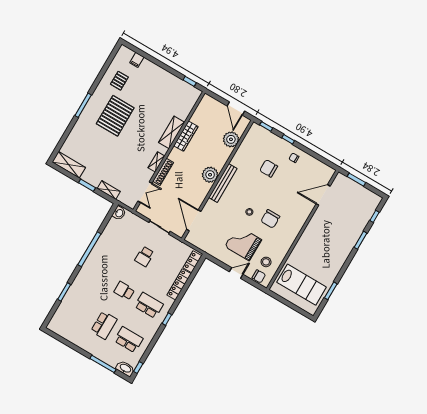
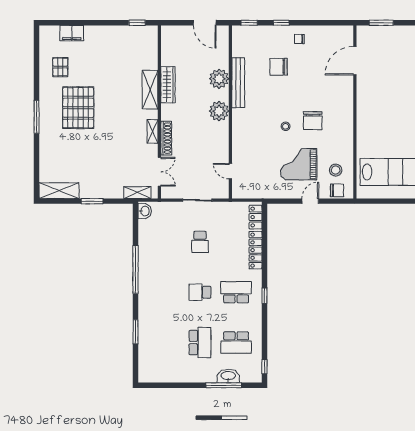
filing cabinet: (137, 60) -> (72, 33), width x2.00
plant: (231, 139) -> (219, 79), moved
bench: (223, 183) -> (238, 83), moved
shelving: (109, 190) -> (137, 193), moved
door: (194, 220) -> (230, 171), width x0.53
school desk: (129, 340) -> (236, 343), turned 180
washbasin: (125, 368) -> (228, 376), moved

